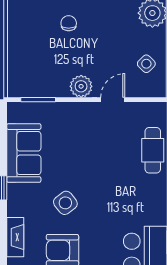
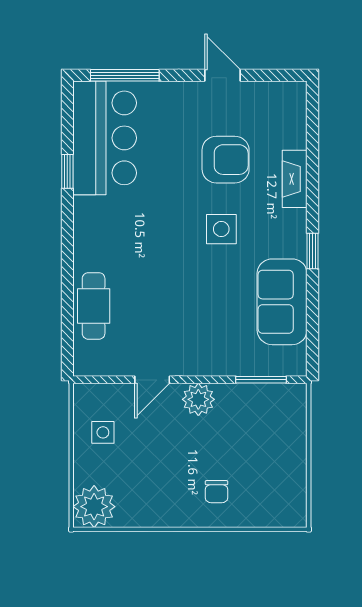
side table: (146, 64) -> (103, 432), turned 45
side table: (65, 203) -> (221, 229), turned 38

